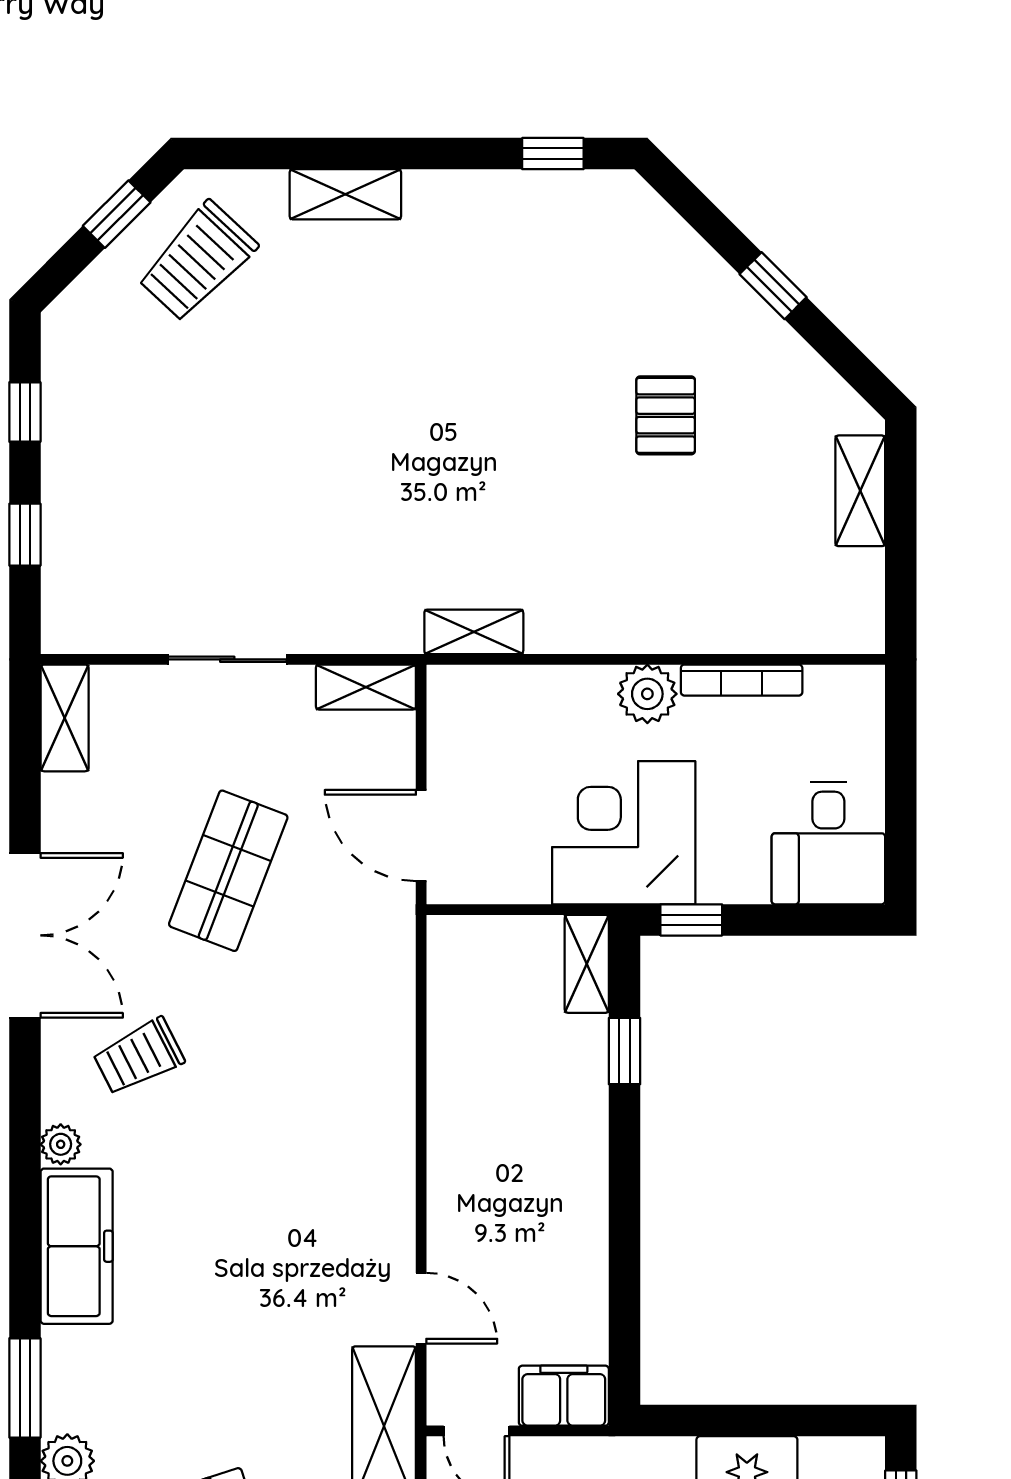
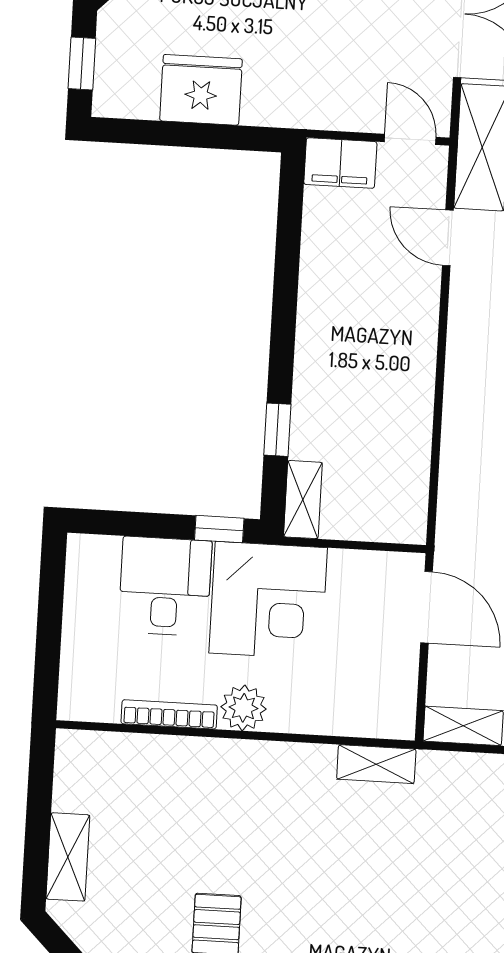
desk: (828, 843) -> (165, 586), moved

